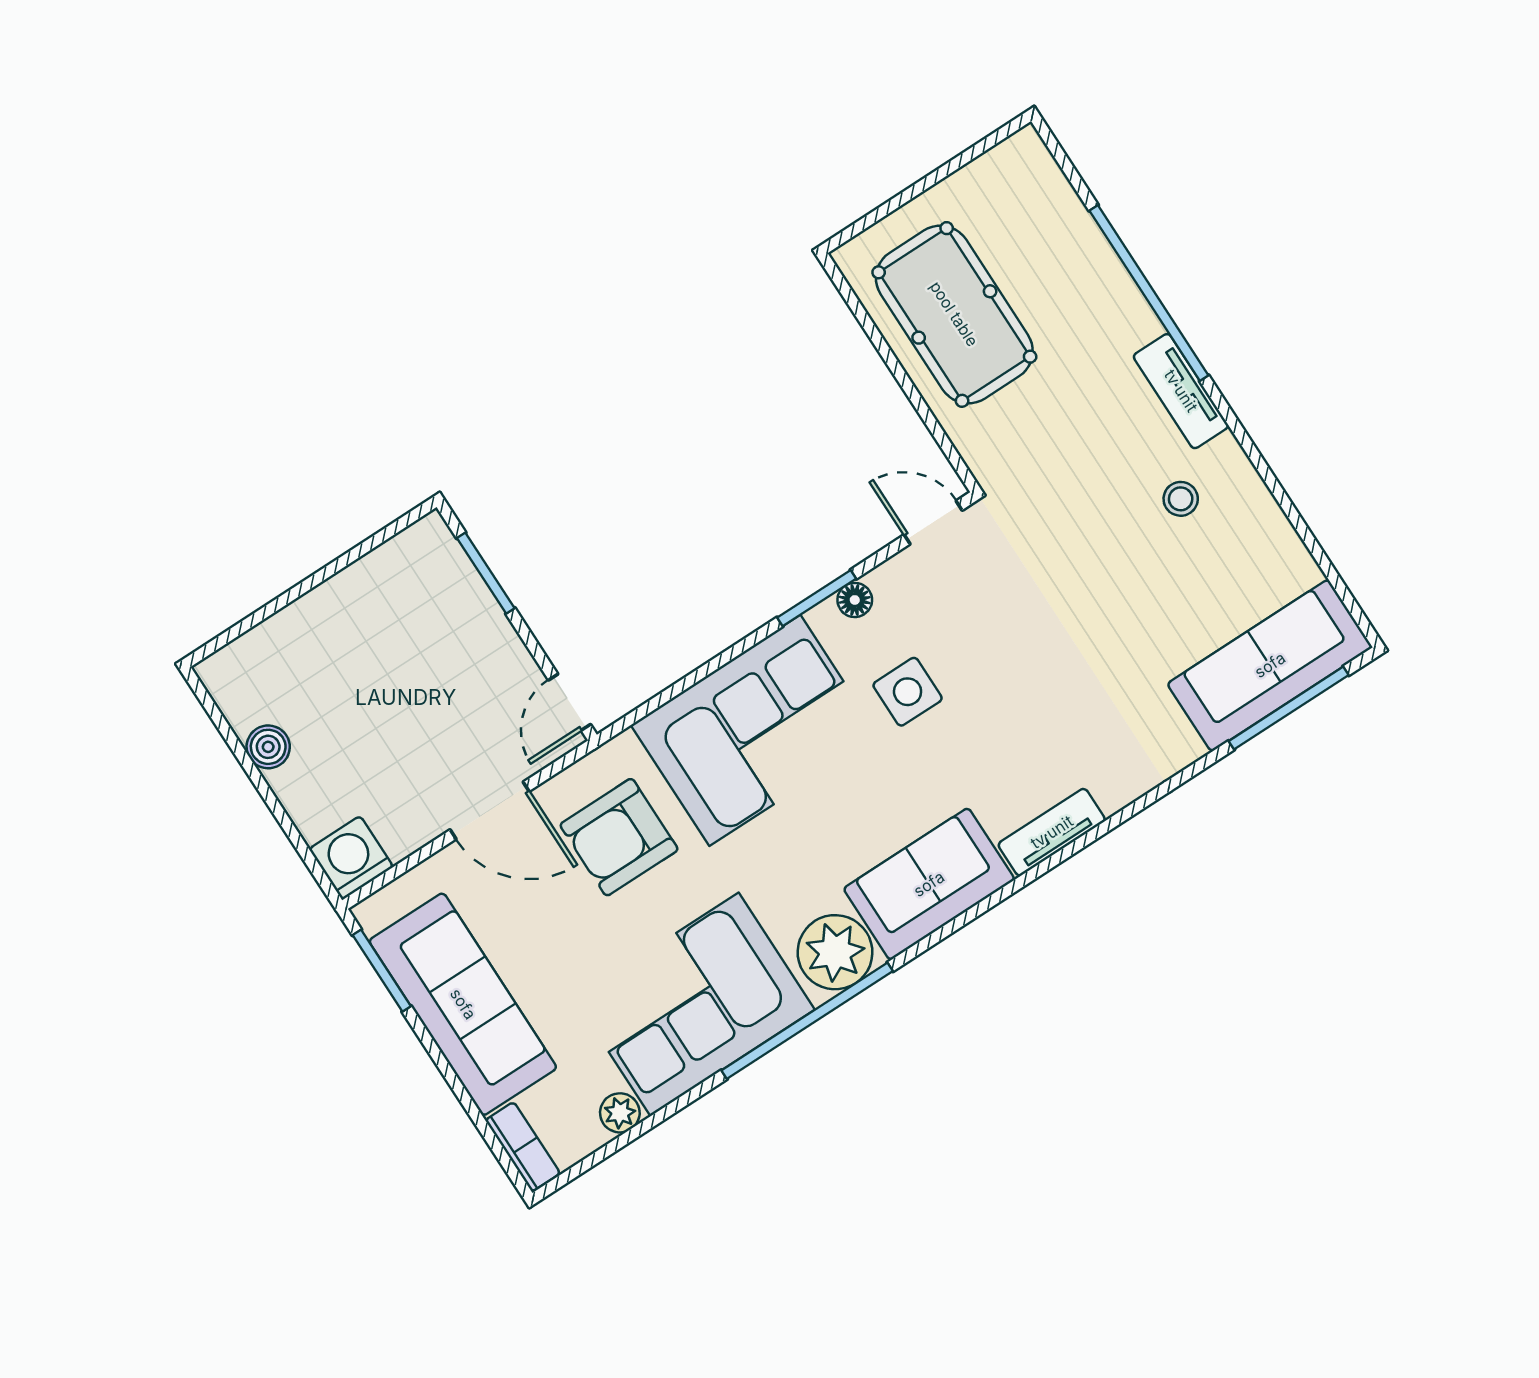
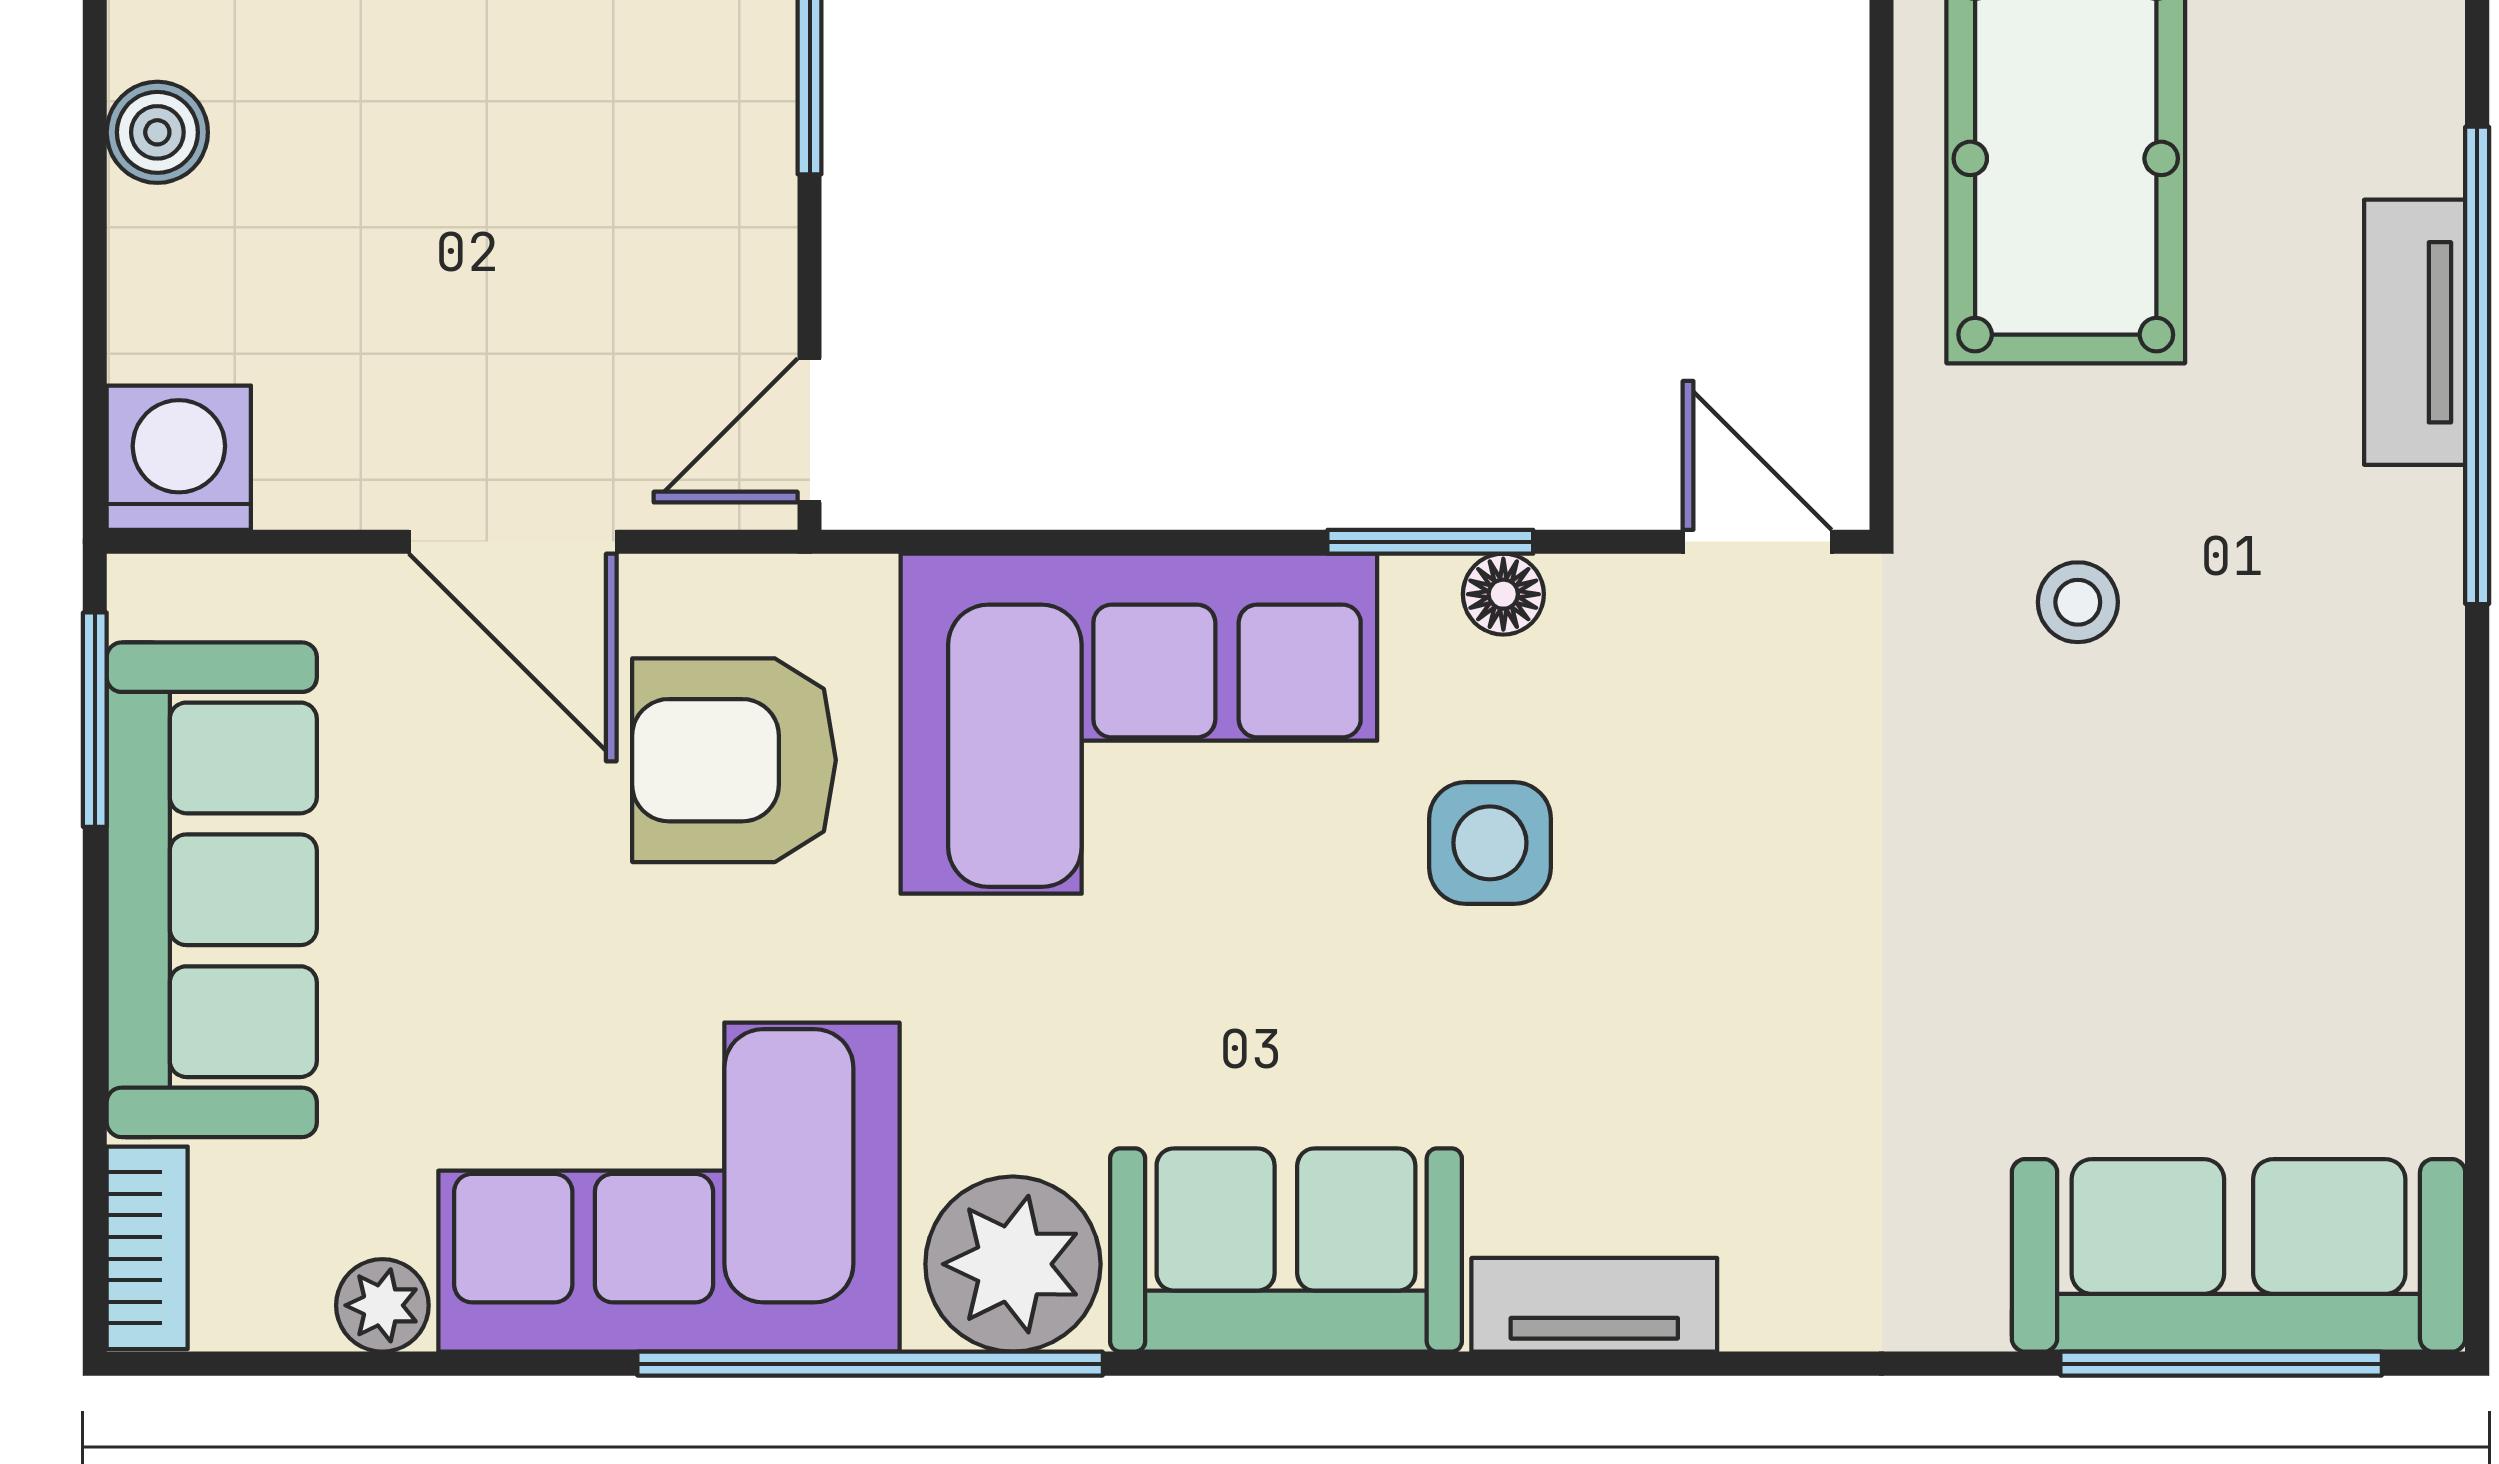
tv unit: (1181, 391) -> (2415, 332), moved
stool: (1181, 499) -> (2078, 602), moved

